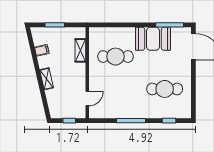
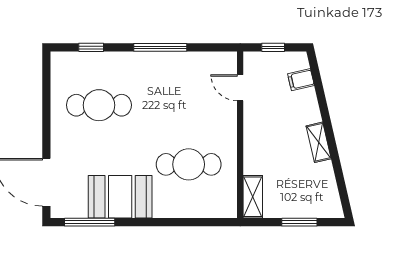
filing cabinet: (42, 50) -> (301, 80), moved
shelving: (80, 50) -> (253, 197), moved
shelving: (47, 79) -> (319, 142), moved
door: (87, 99) -> (240, 88), hinge flipped

